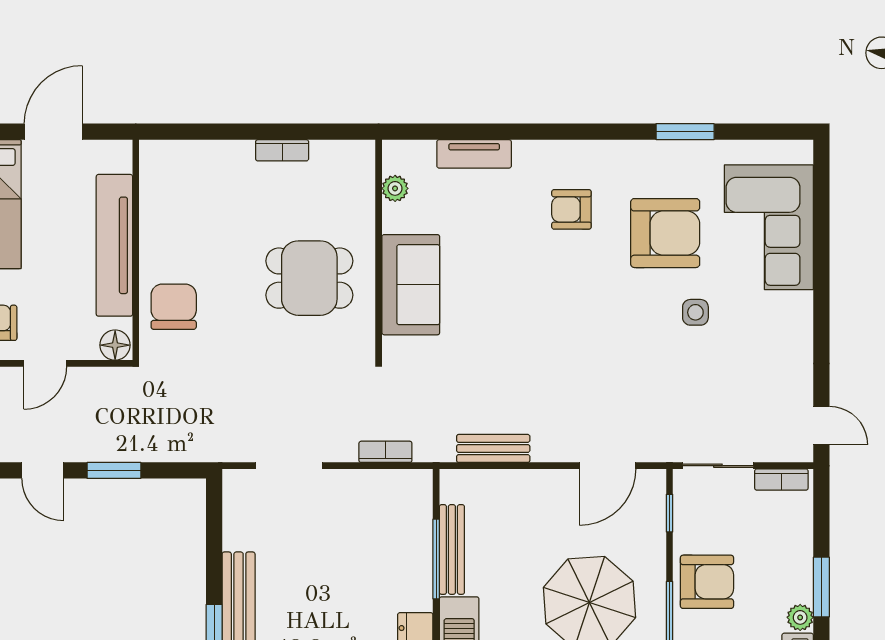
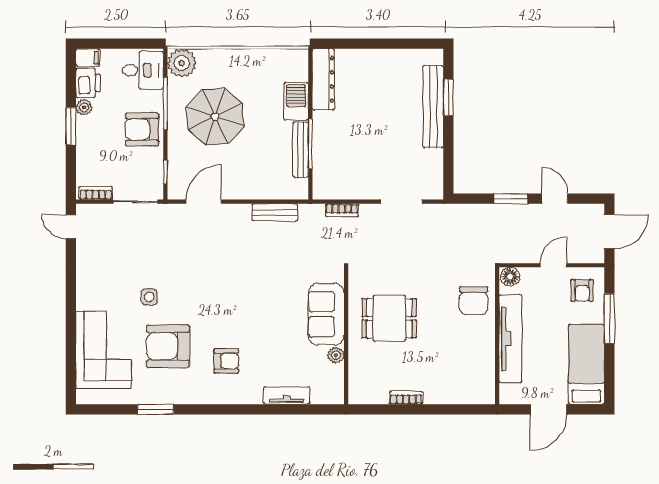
plant: (395, 188) -> (336, 355), moved

